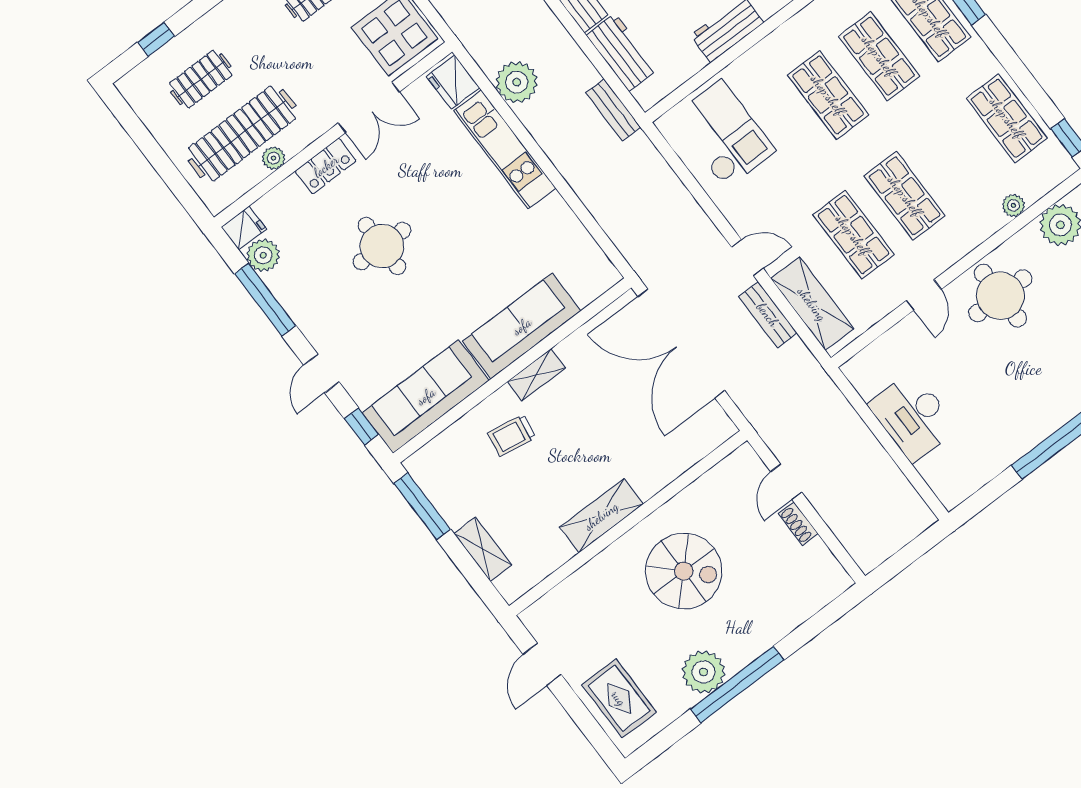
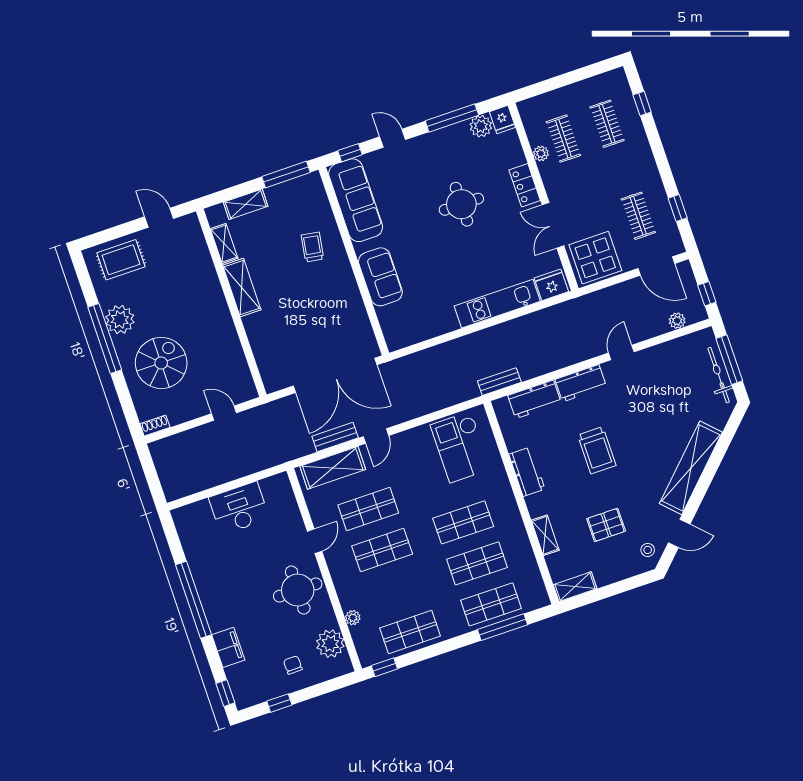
plant: (517, 82) -> (538, 326), removed
clothes rail: (242, 133) -> (563, 139), width x0.54, depth x0.76
checkout: (723, 134) -> (460, 447), turned 90
door: (924, 295) -> (315, 541), swing flipped
sofa: (522, 326) -> (380, 277), width x0.73
double door: (681, 343) -> (335, 375), swing flipped
shelving: (536, 375) -> (224, 243), moved
shoe rack: (798, 523) -> (155, 426), moved
spiral stairs: (684, 571) -> (161, 363), moved, turned 180

